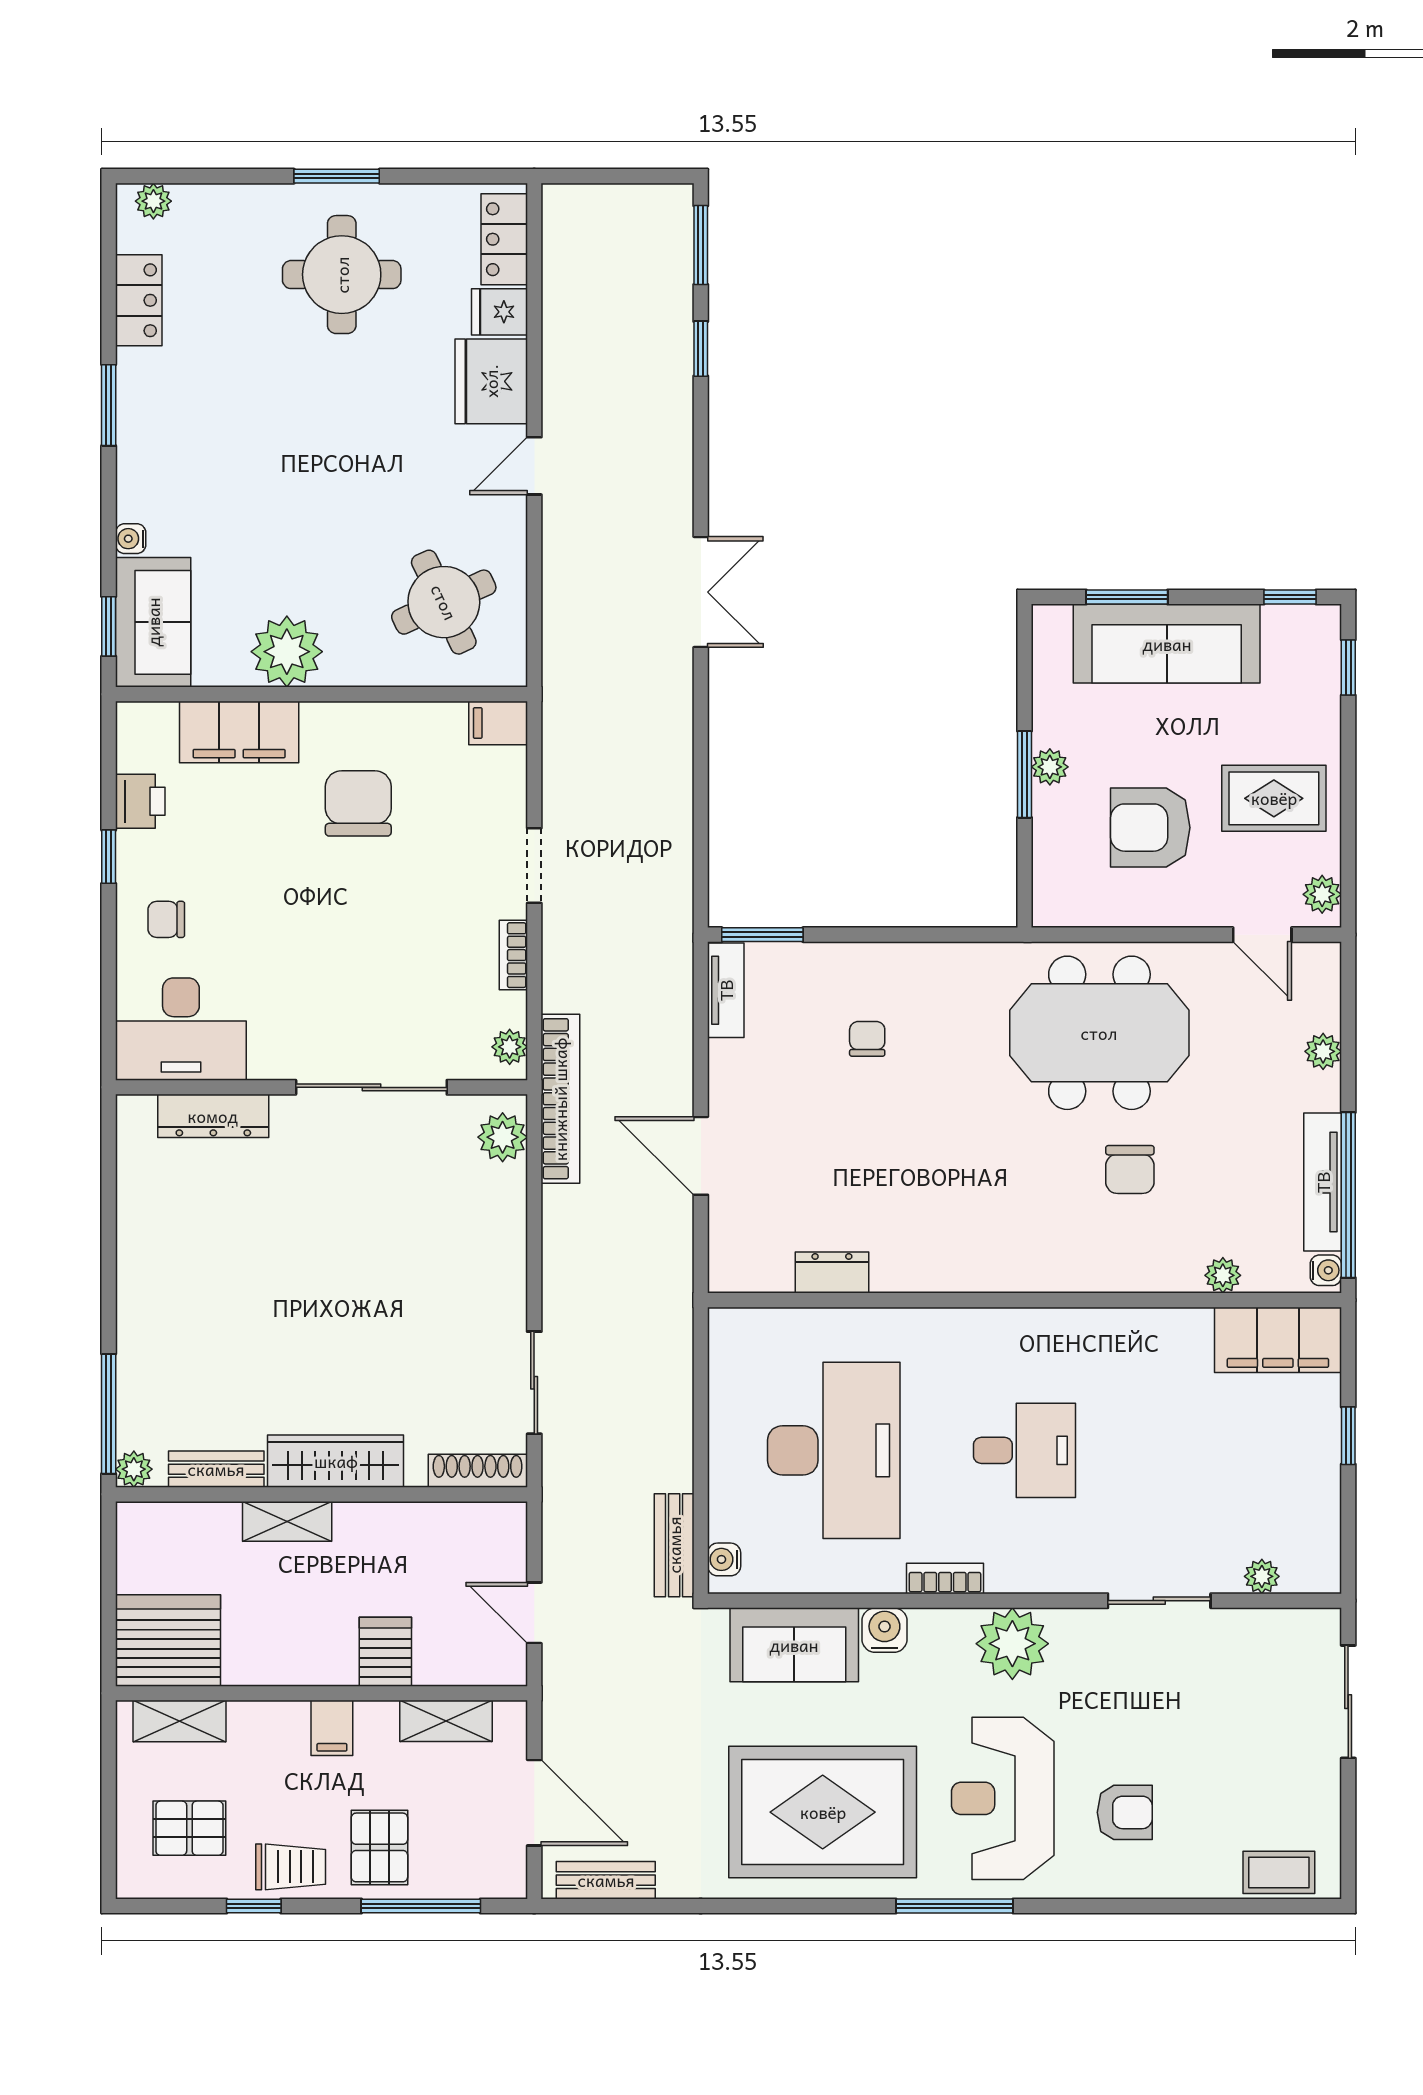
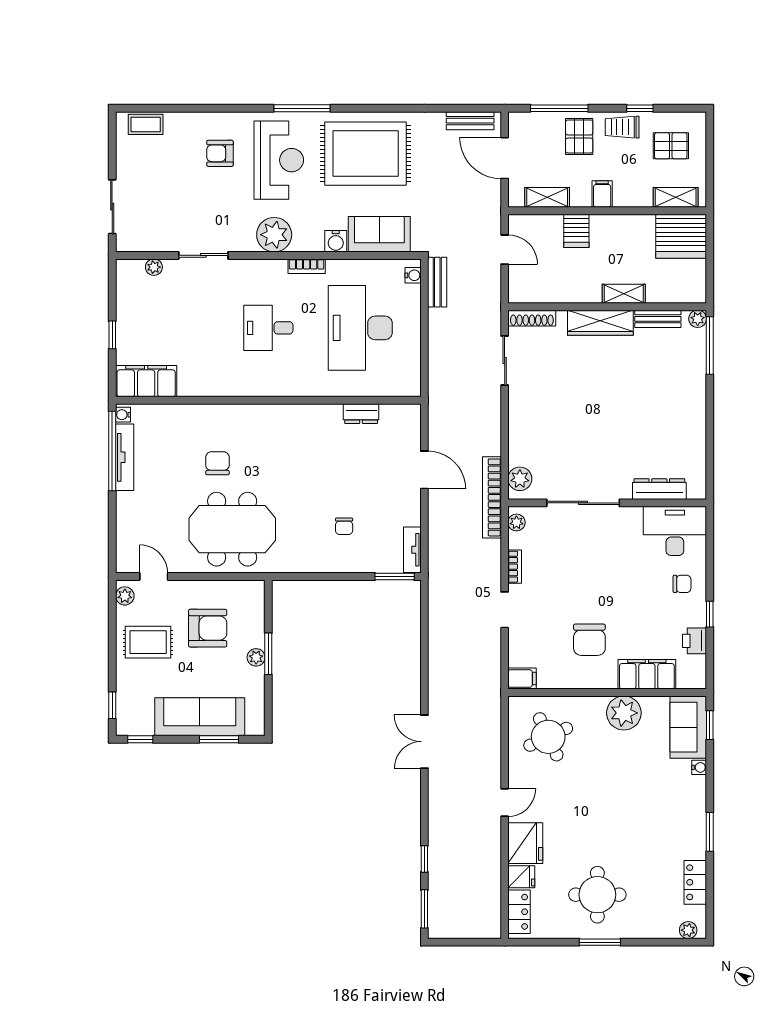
plant: (1323, 1051) -> (124, 520), removed
plant: (1223, 1275) -> (173, 412), removed

